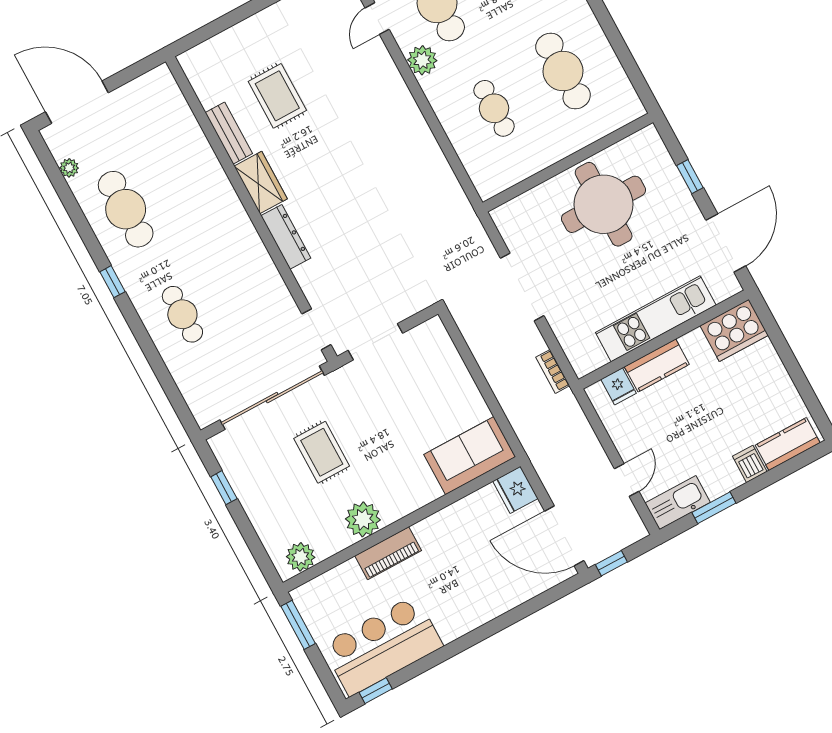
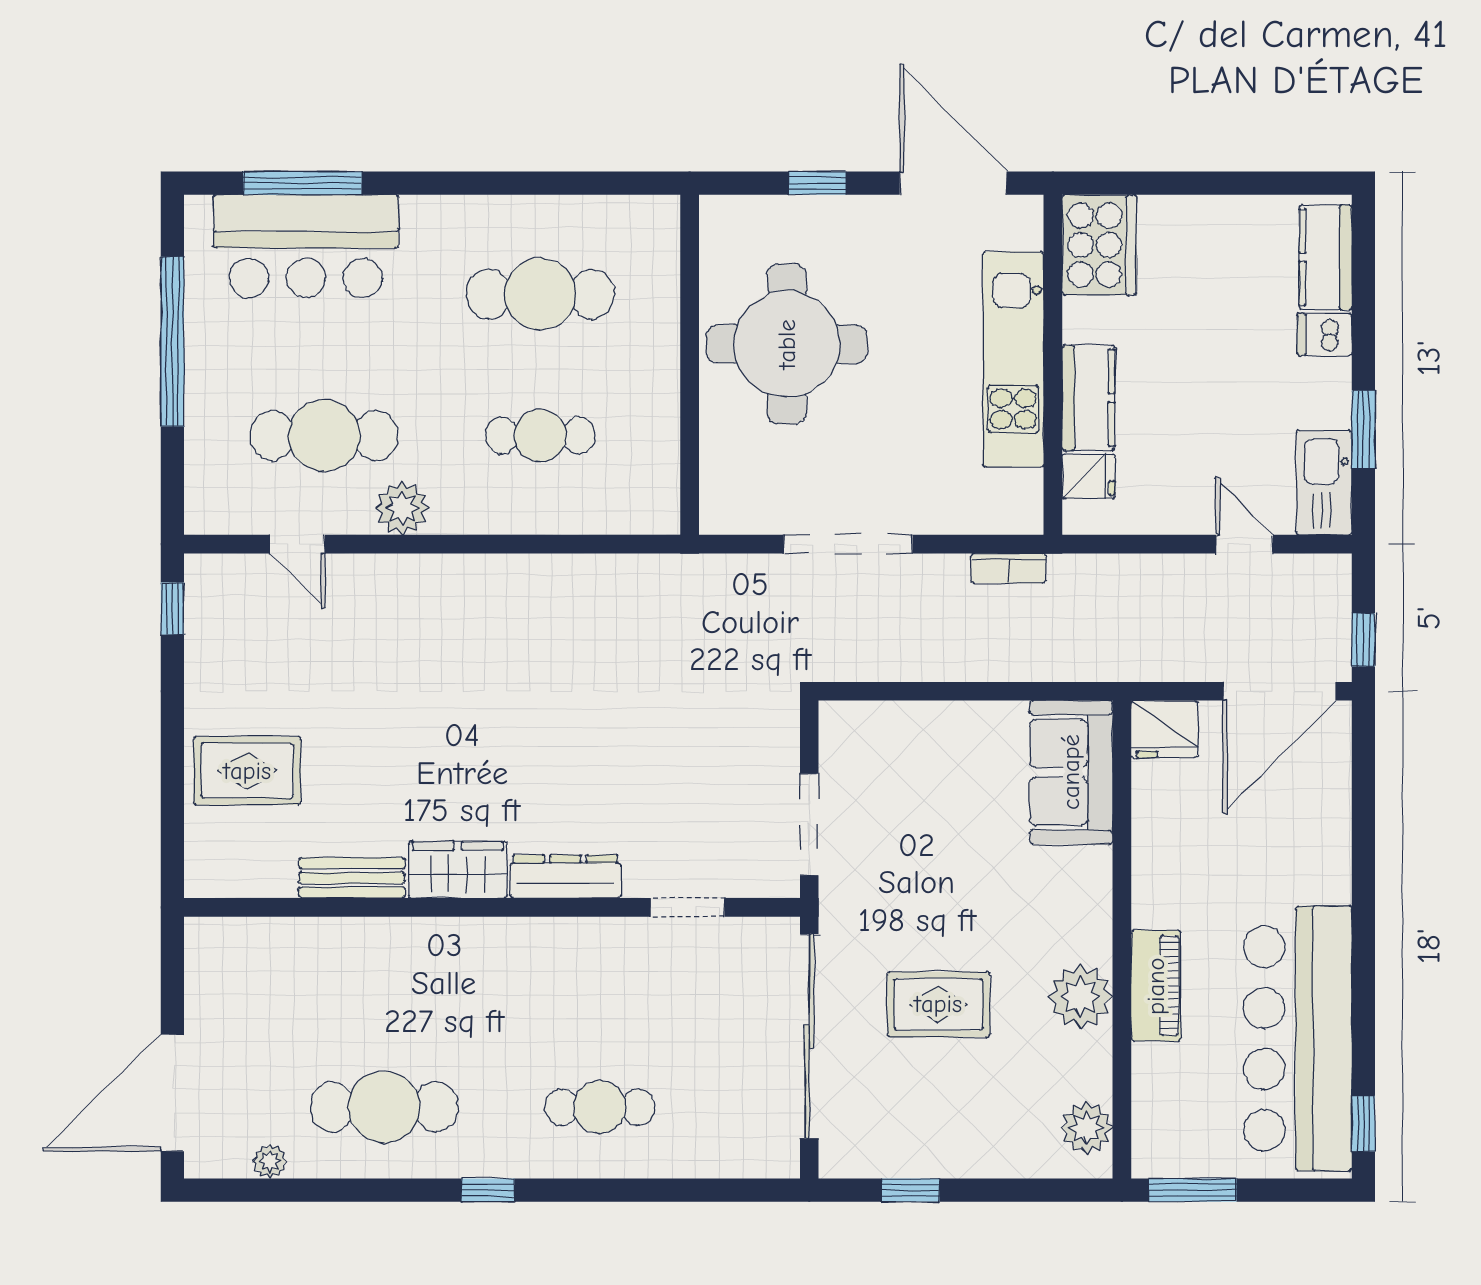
rug: (277, 96) -> (247, 771), moved
doorway: (316, 329) -> (688, 907), moved
bar counter: (383, 646) -> (1298, 1039), width x1.36

